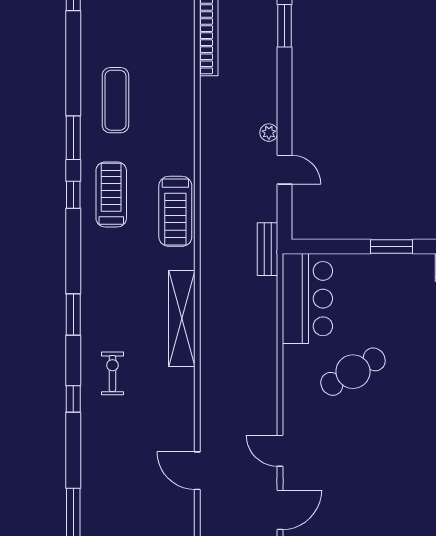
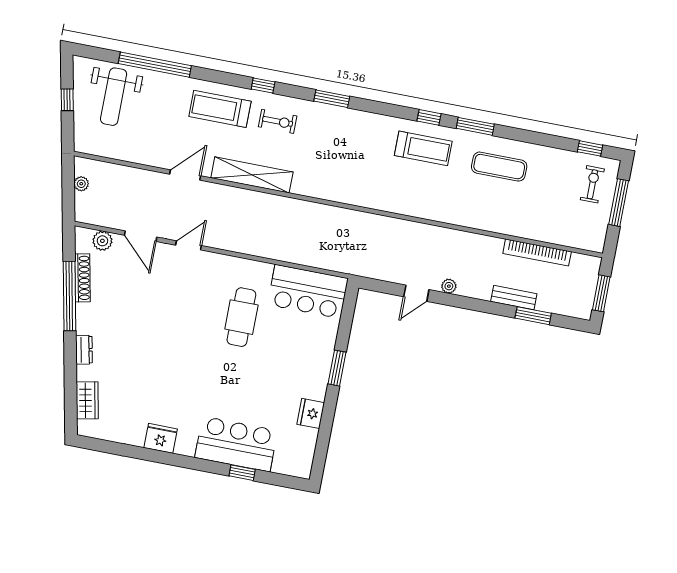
treadmill: (175, 211) -> (220, 109), moved
bench: (268, 249) -> (514, 298), moved
shelving: (182, 318) -> (252, 175), moved
cafe table: (353, 372) -> (241, 317), turned 30

